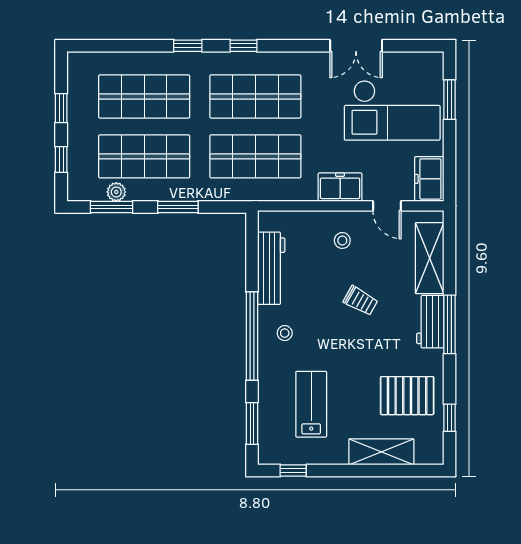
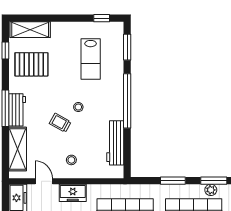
stool: (285, 333) -> (78, 107), moved
shelving: (381, 452) -> (30, 30), moved

